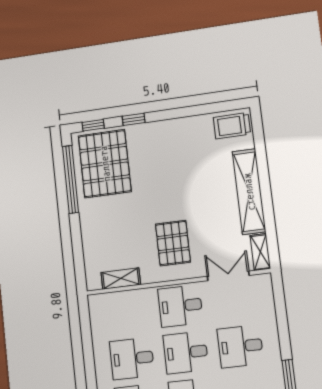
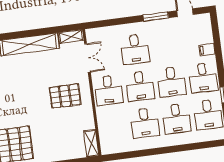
double door: (228, 276) -> (87, 58), swing flipped
shelving: (121, 278) -> (91, 143), moved

